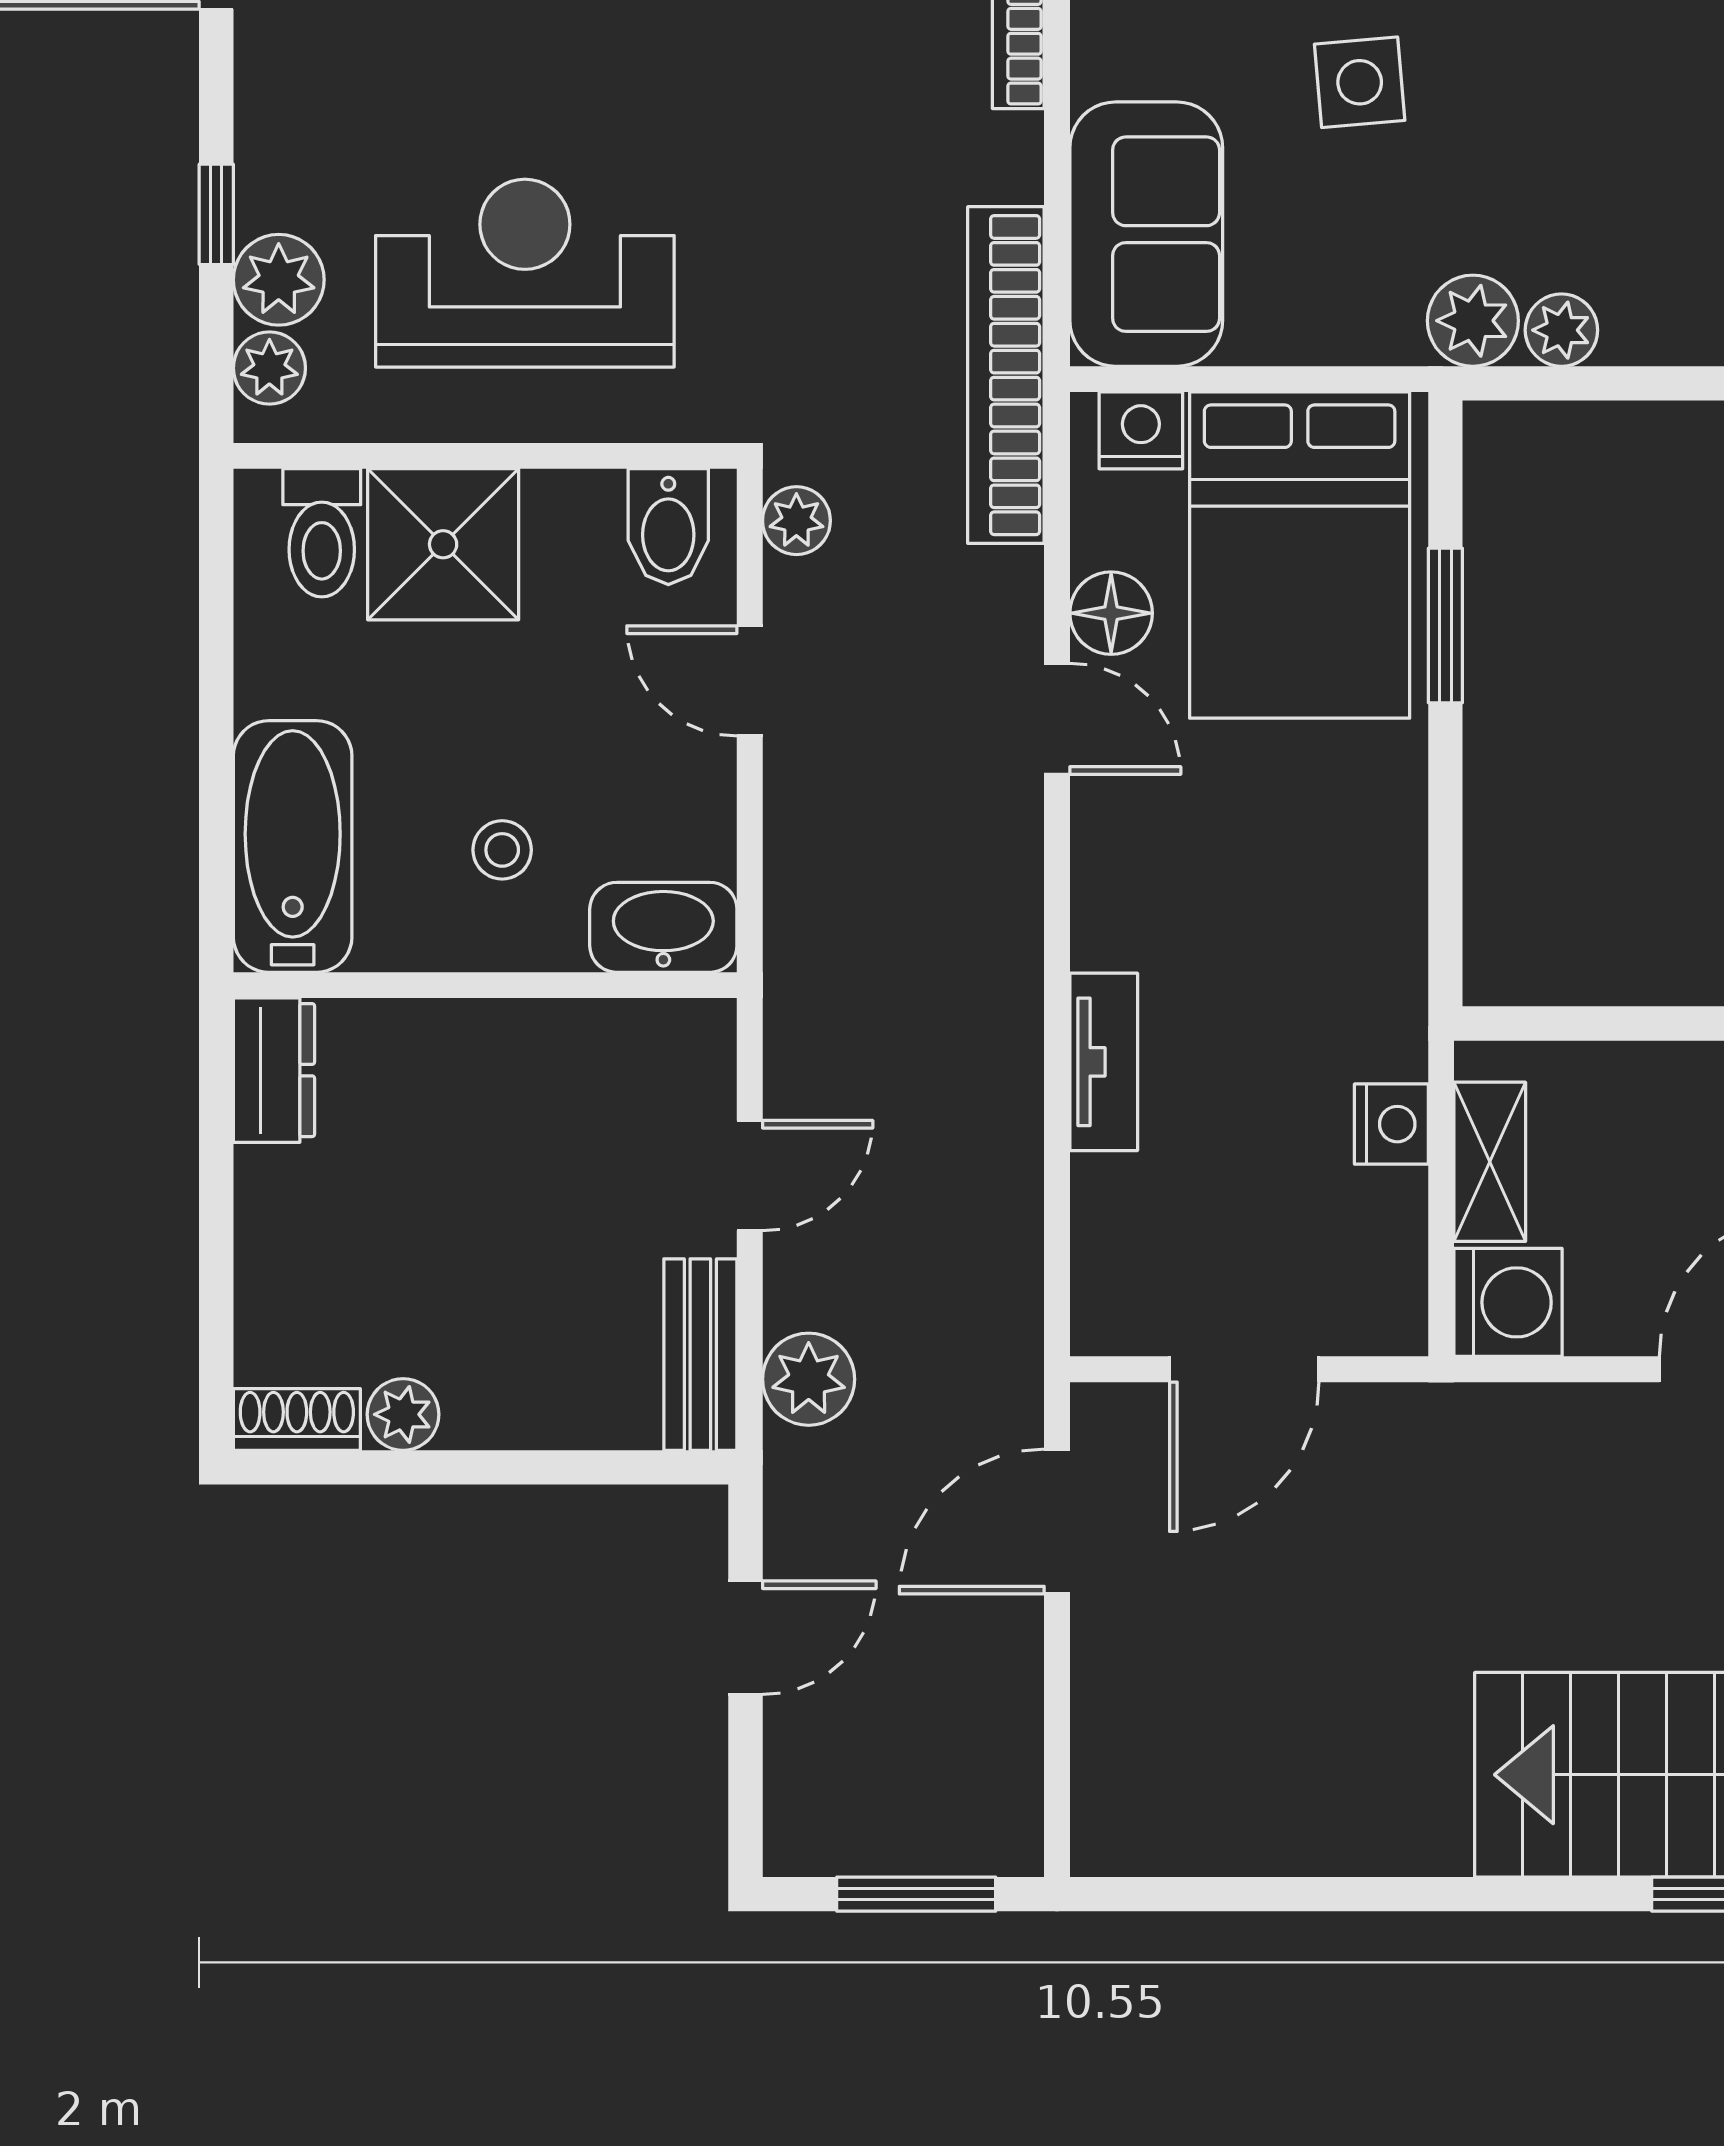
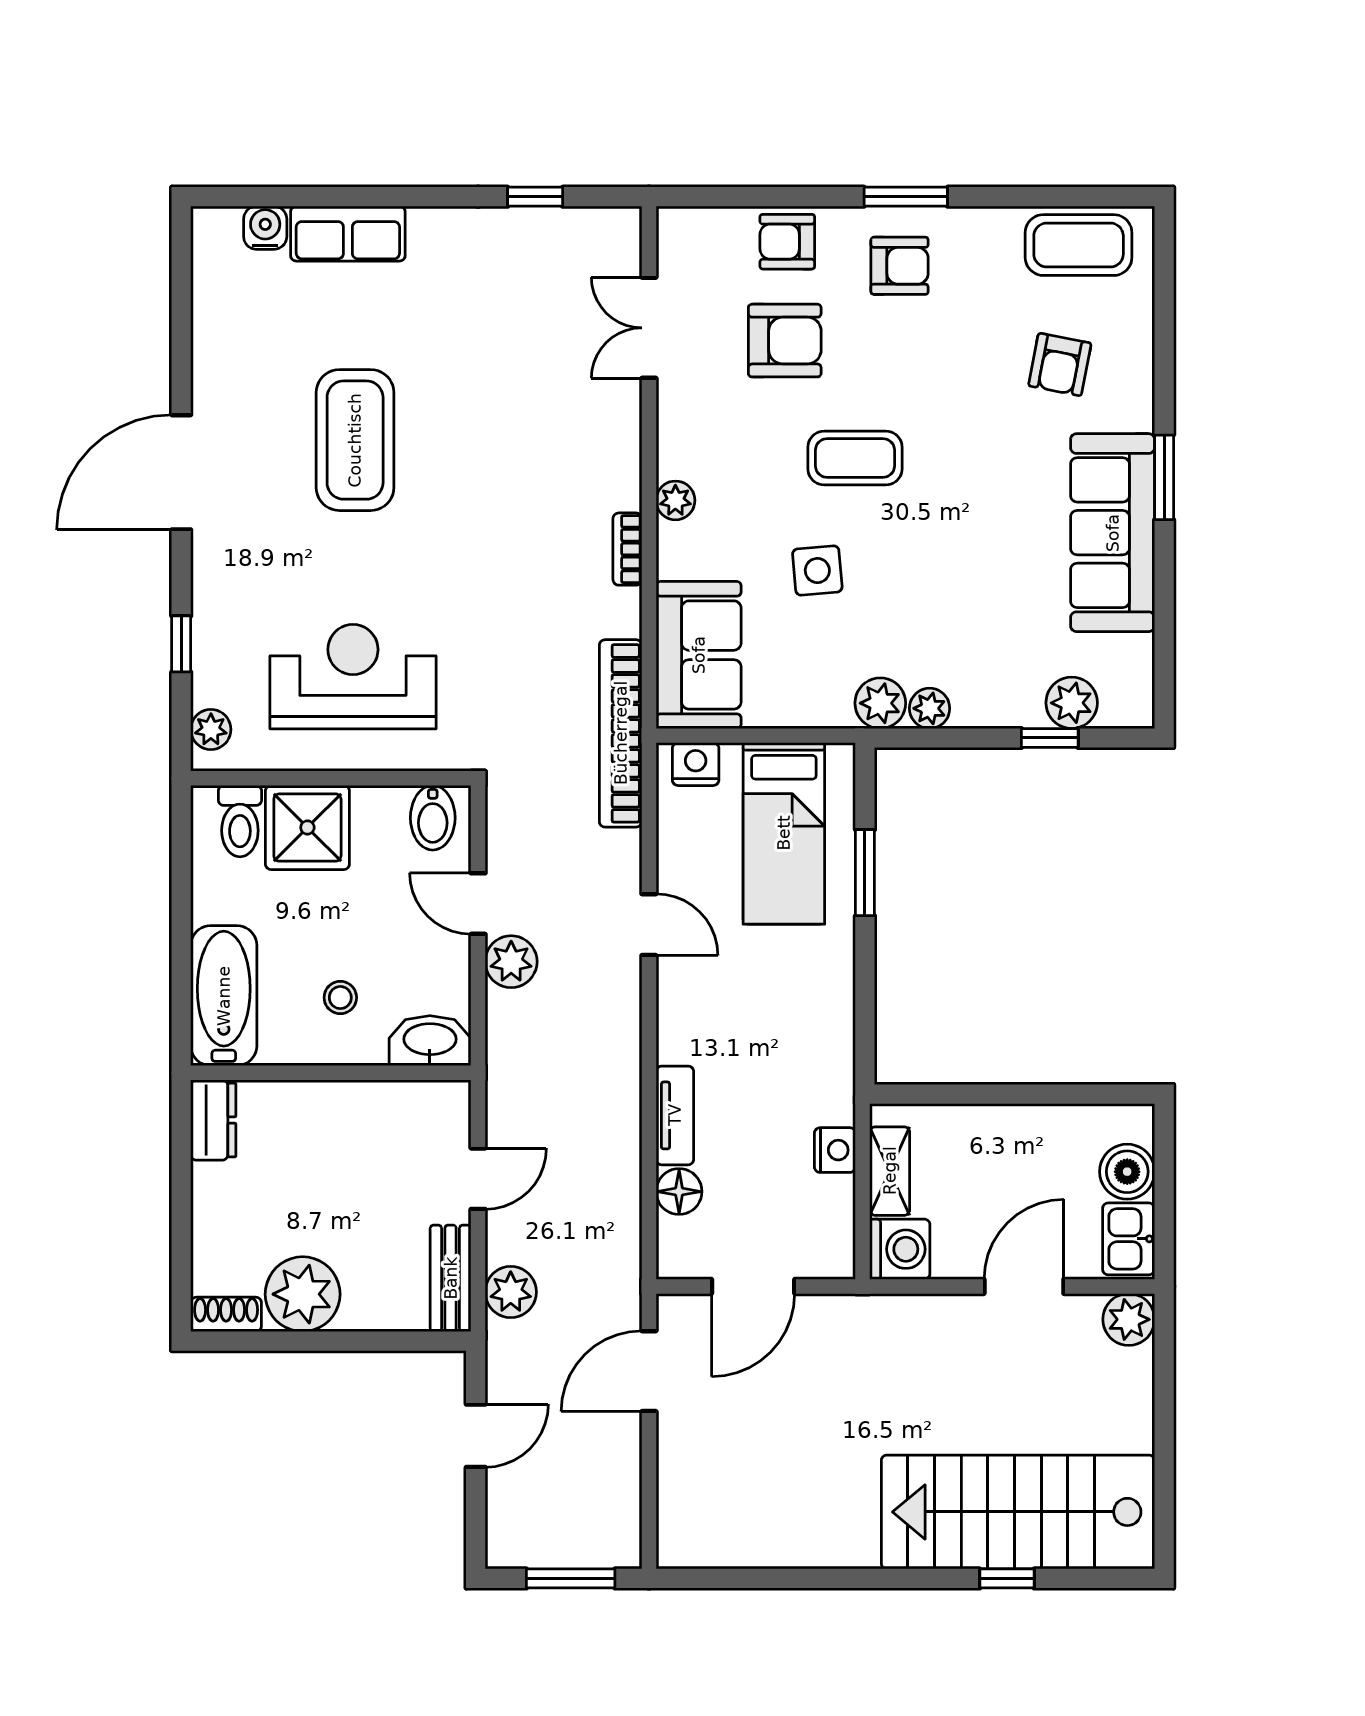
plant: (279, 280) -> (216, 680), removed
plant: (796, 521) -> (511, 962), moved, width x1.38, depth x1.38
bed: (1300, 555) -> (784, 833), width x0.67
floor lamp: (1111, 613) -> (679, 1192), moved
plant: (403, 1414) -> (303, 1294), width x1.88, depth x1.88

